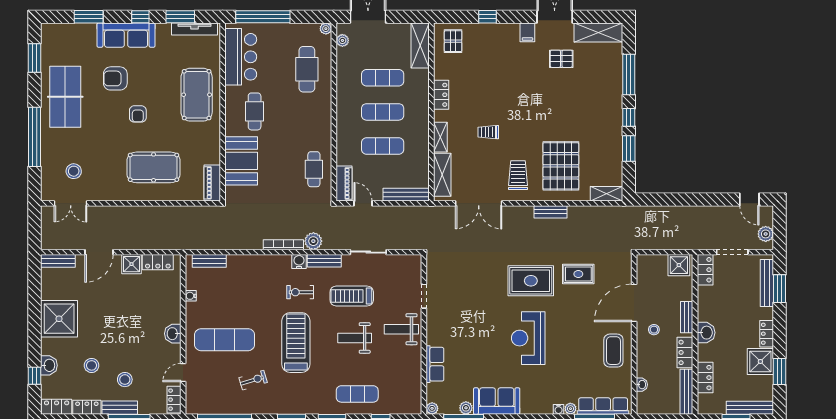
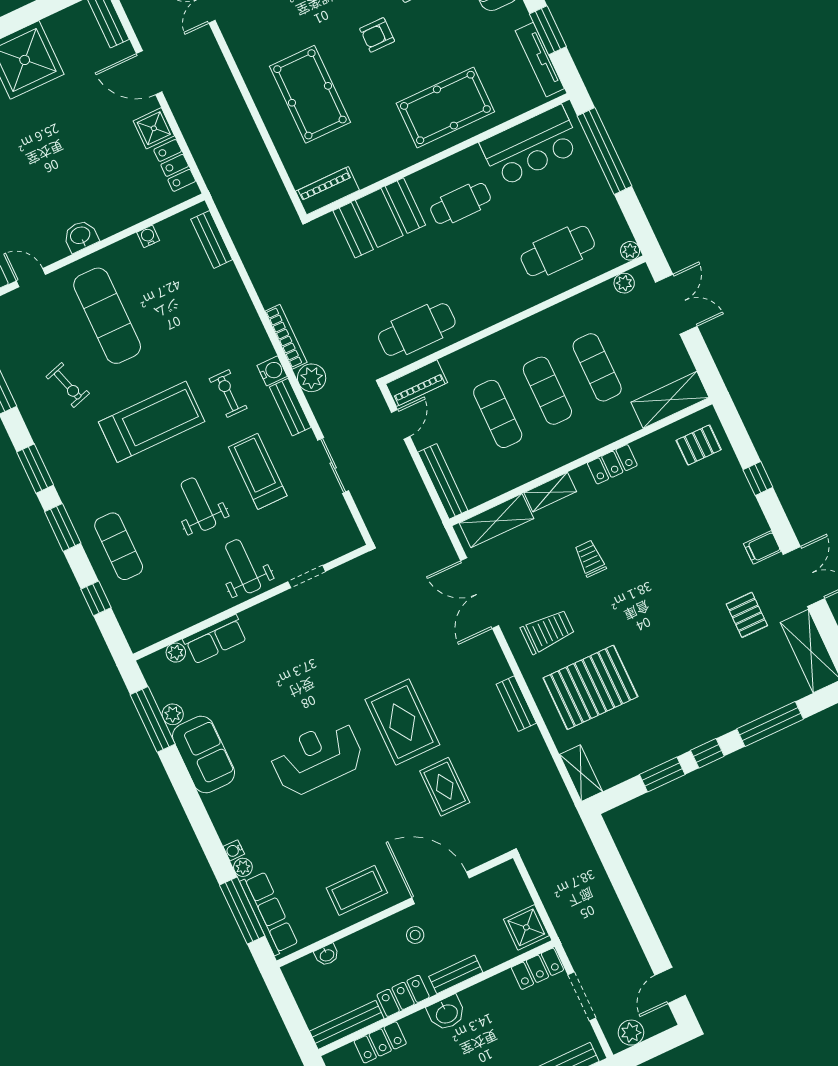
cafe table: (314, 169) -> (417, 330), width x1.37, depth x1.35
plant: (432, 408) -> (176, 653), moved

